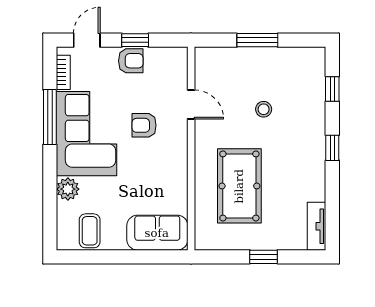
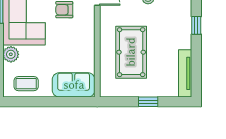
tv unit: (316, 226) -> (185, 73), width x1.41
coffee table: (90, 231) -> (26, 84), turned 90

